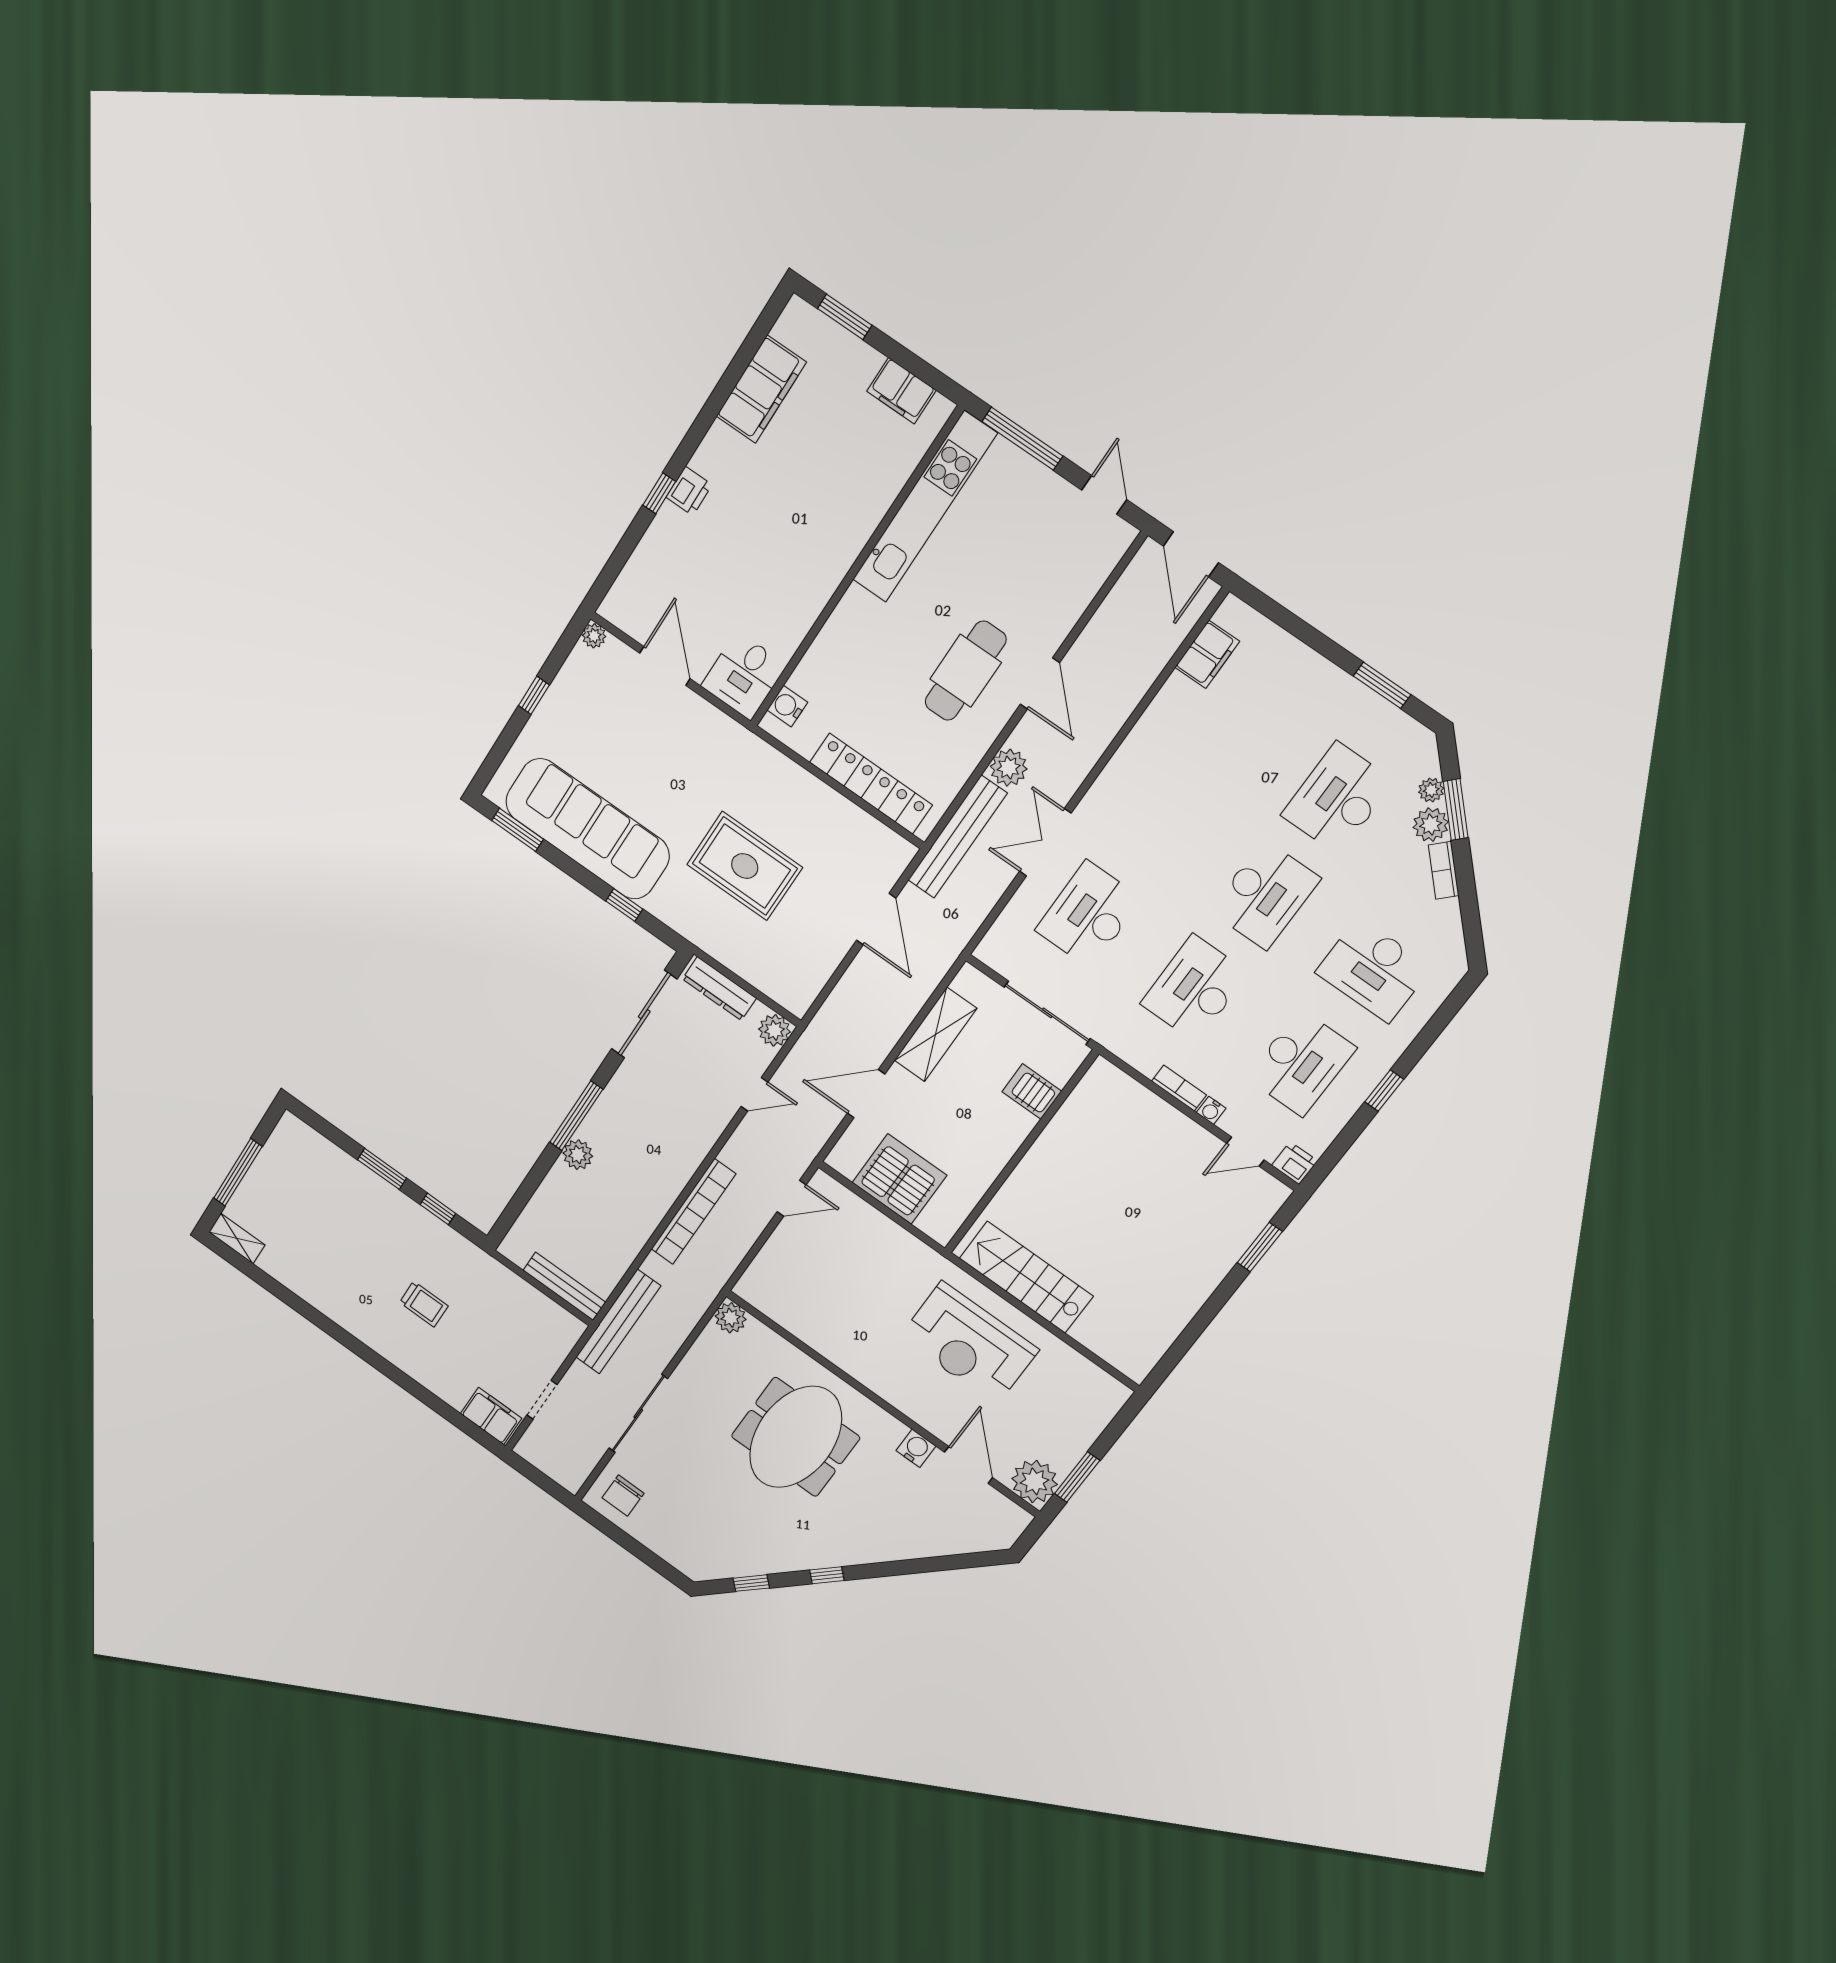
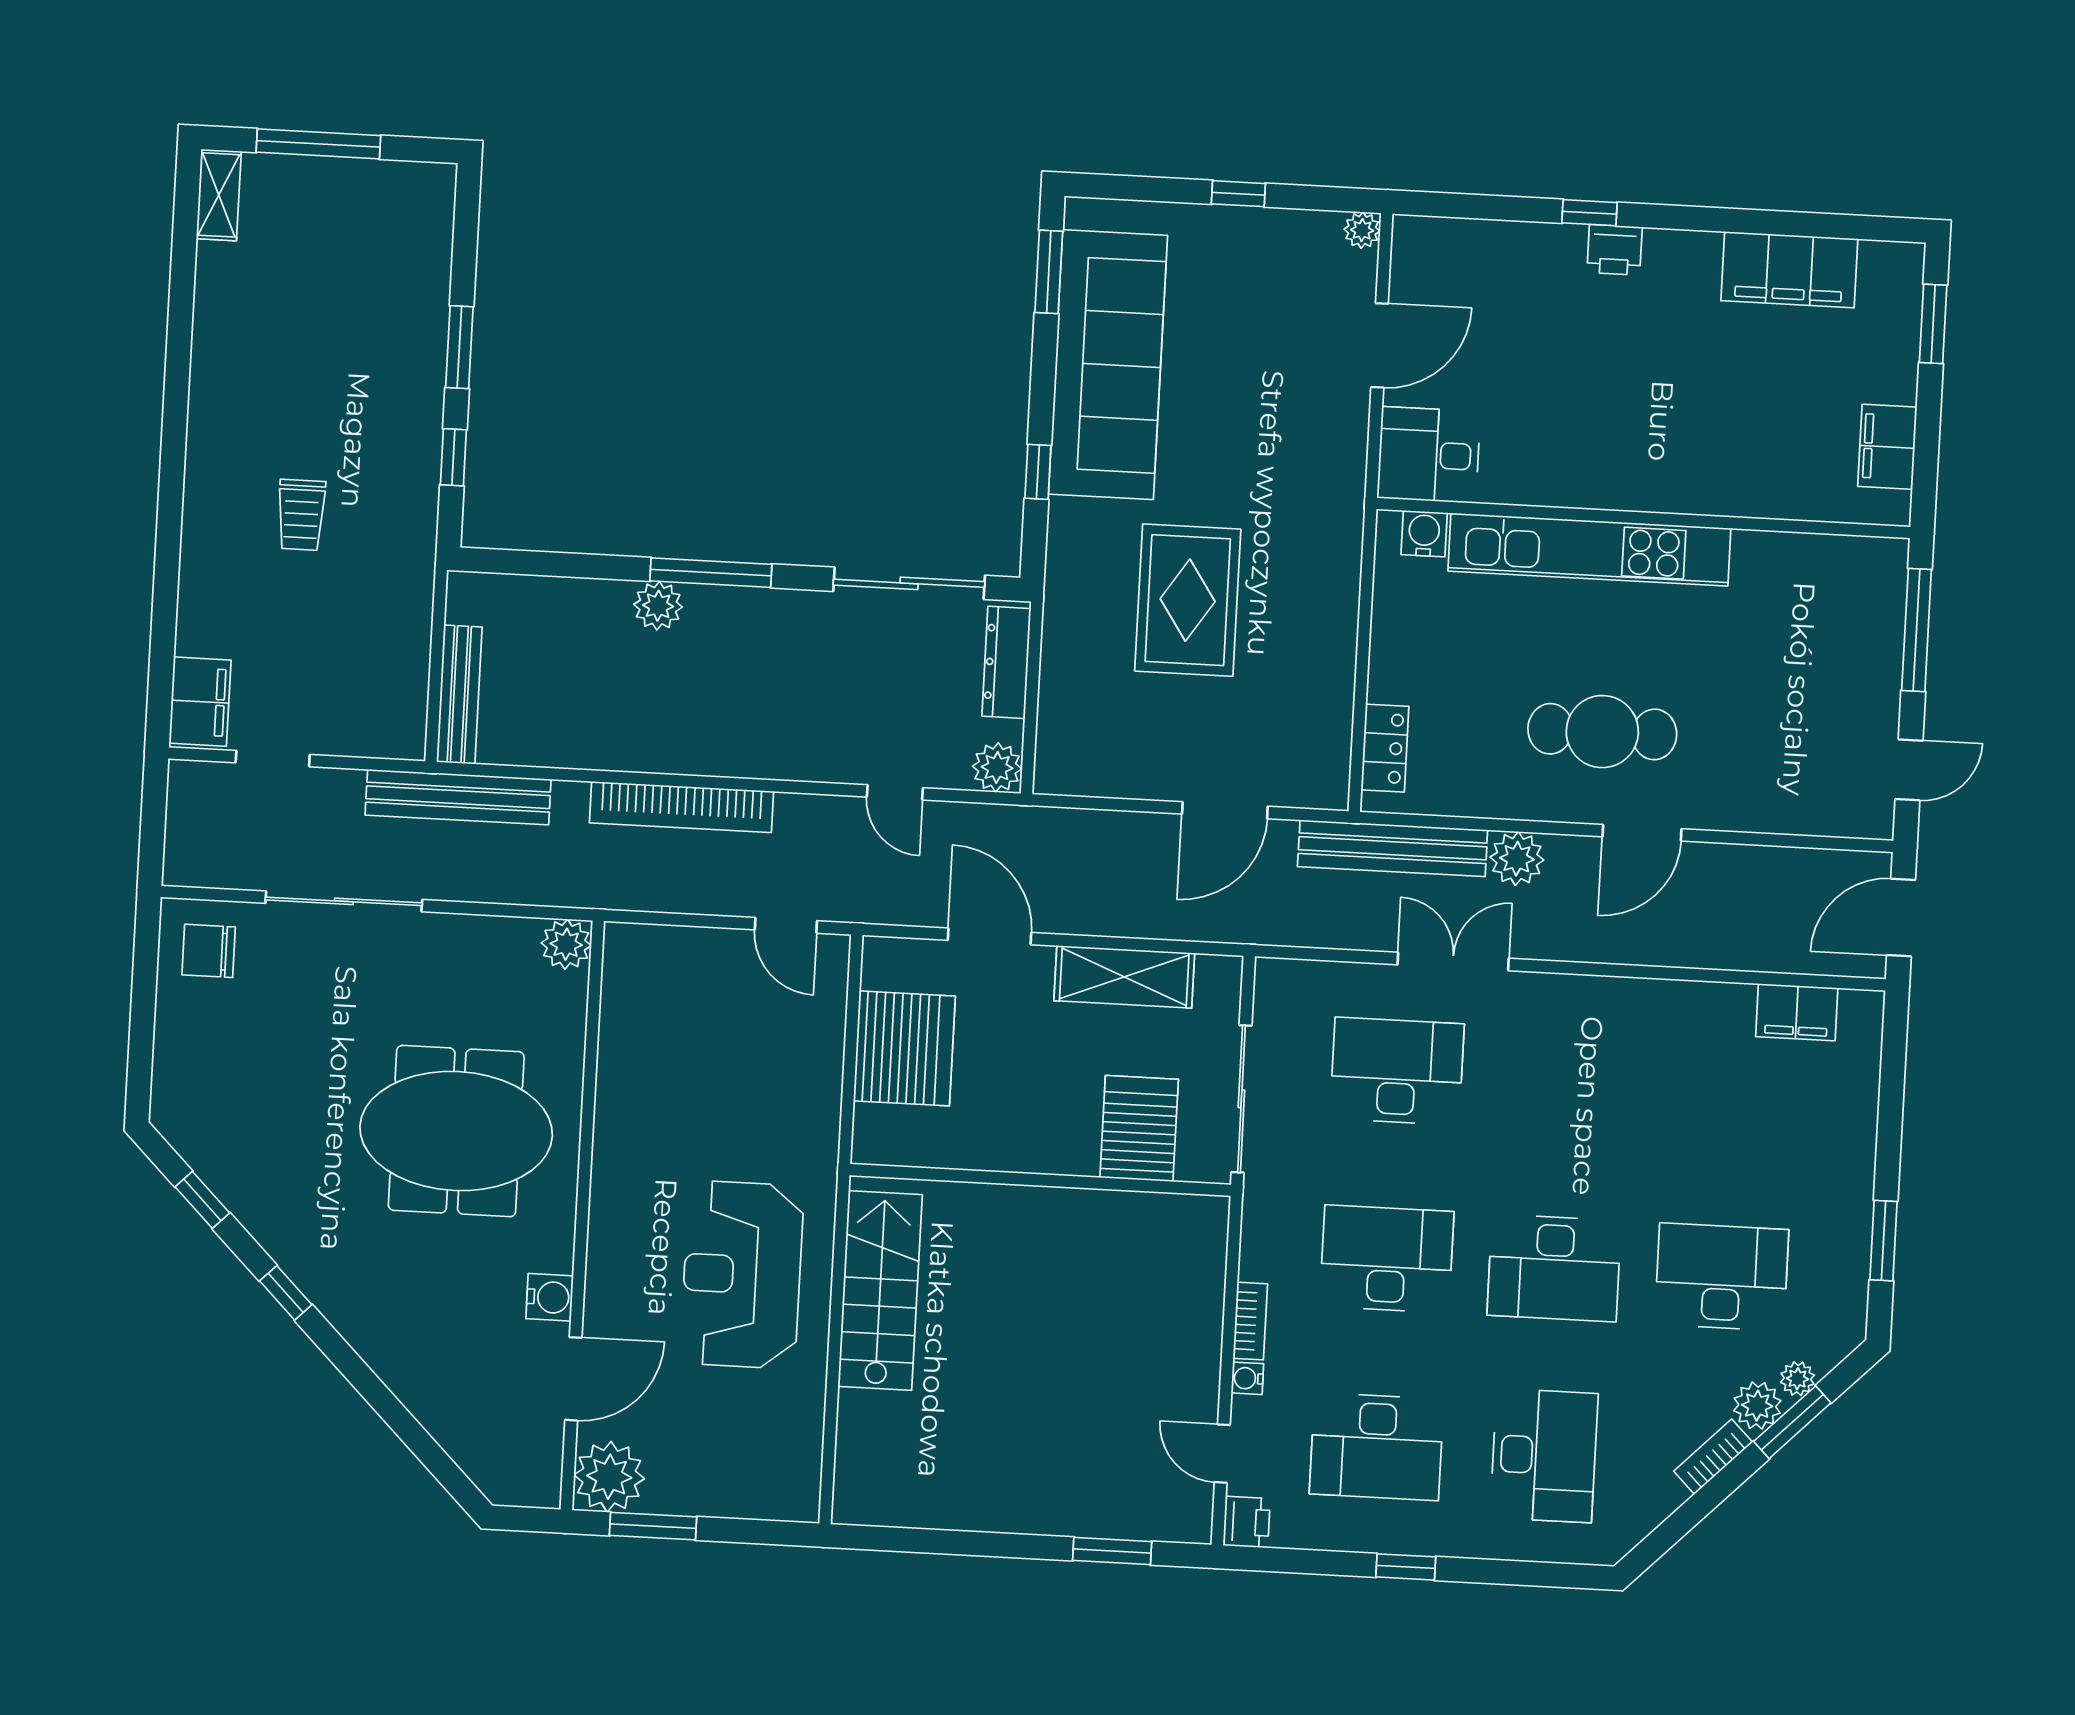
kitchen unit: (924, 507) -> (1589, 550), moved
locker: (871, 784) -> (1385, 748), width x0.46, depth x0.83
desk: (1373, 970) -> (1544, 1456), turned 180
server rack: (1032, 1091) -> (1139, 1128), width x1.36, depth x1.44

